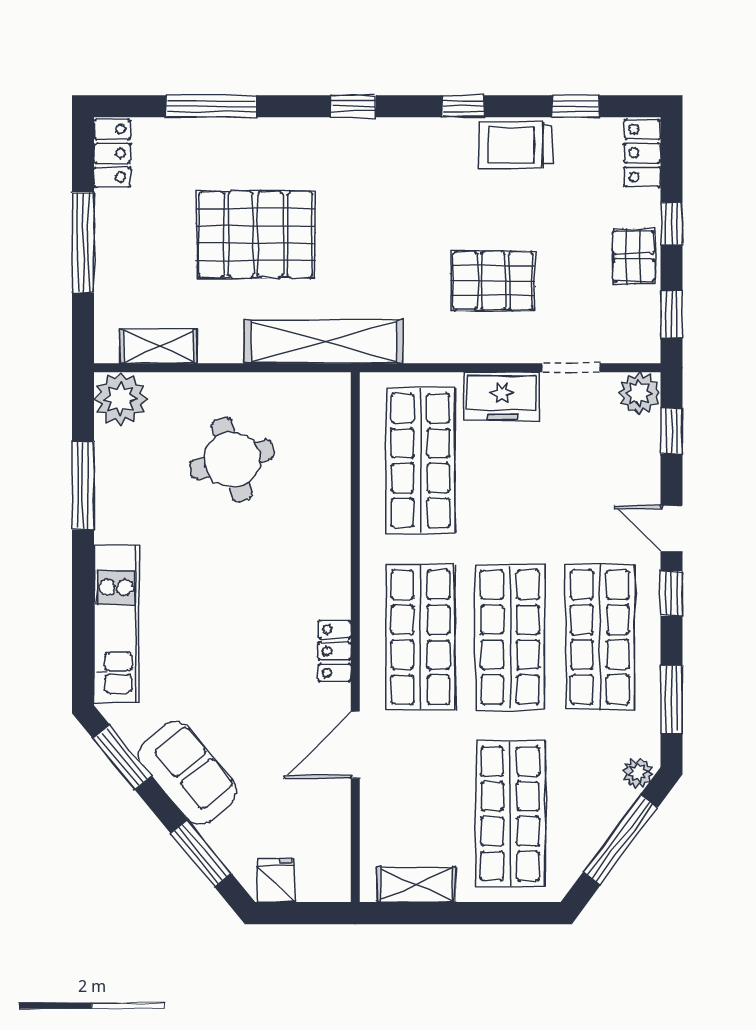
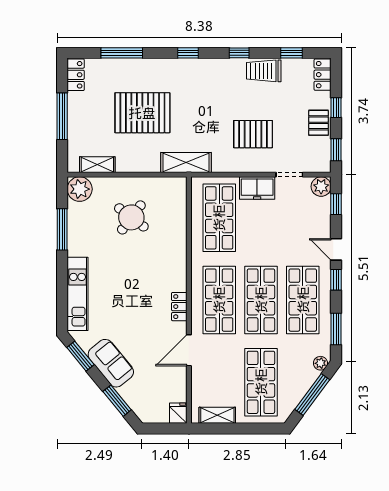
shelving: (324, 342) -> (186, 162), width x0.68
round table: (232, 460) -> (131, 217), turned -37
fridge: (276, 880) -> (178, 413), moved

